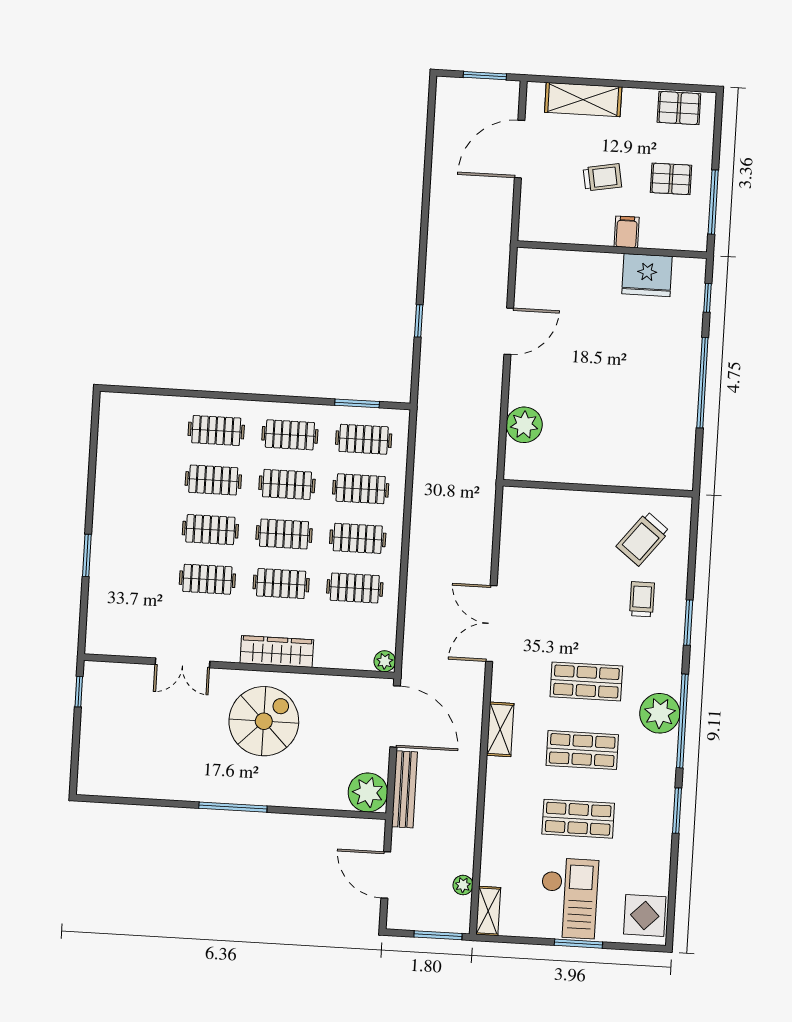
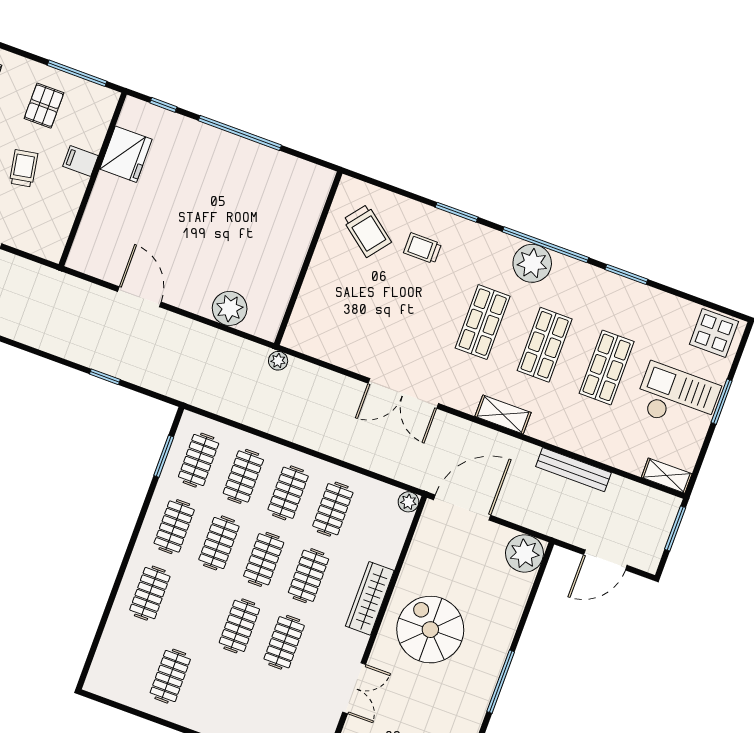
clothes rail: (213, 480) -> (170, 676), moved
bench: (405, 789) -> (573, 470), moved
plant: (463, 885) -> (278, 361), moved

